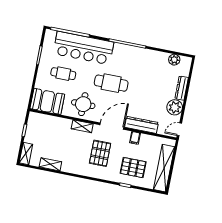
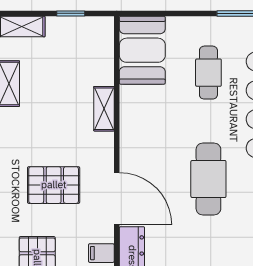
round table: (83, 104) -> (152, 128), removed
shelving: (82, 126) -> (104, 109), moved

